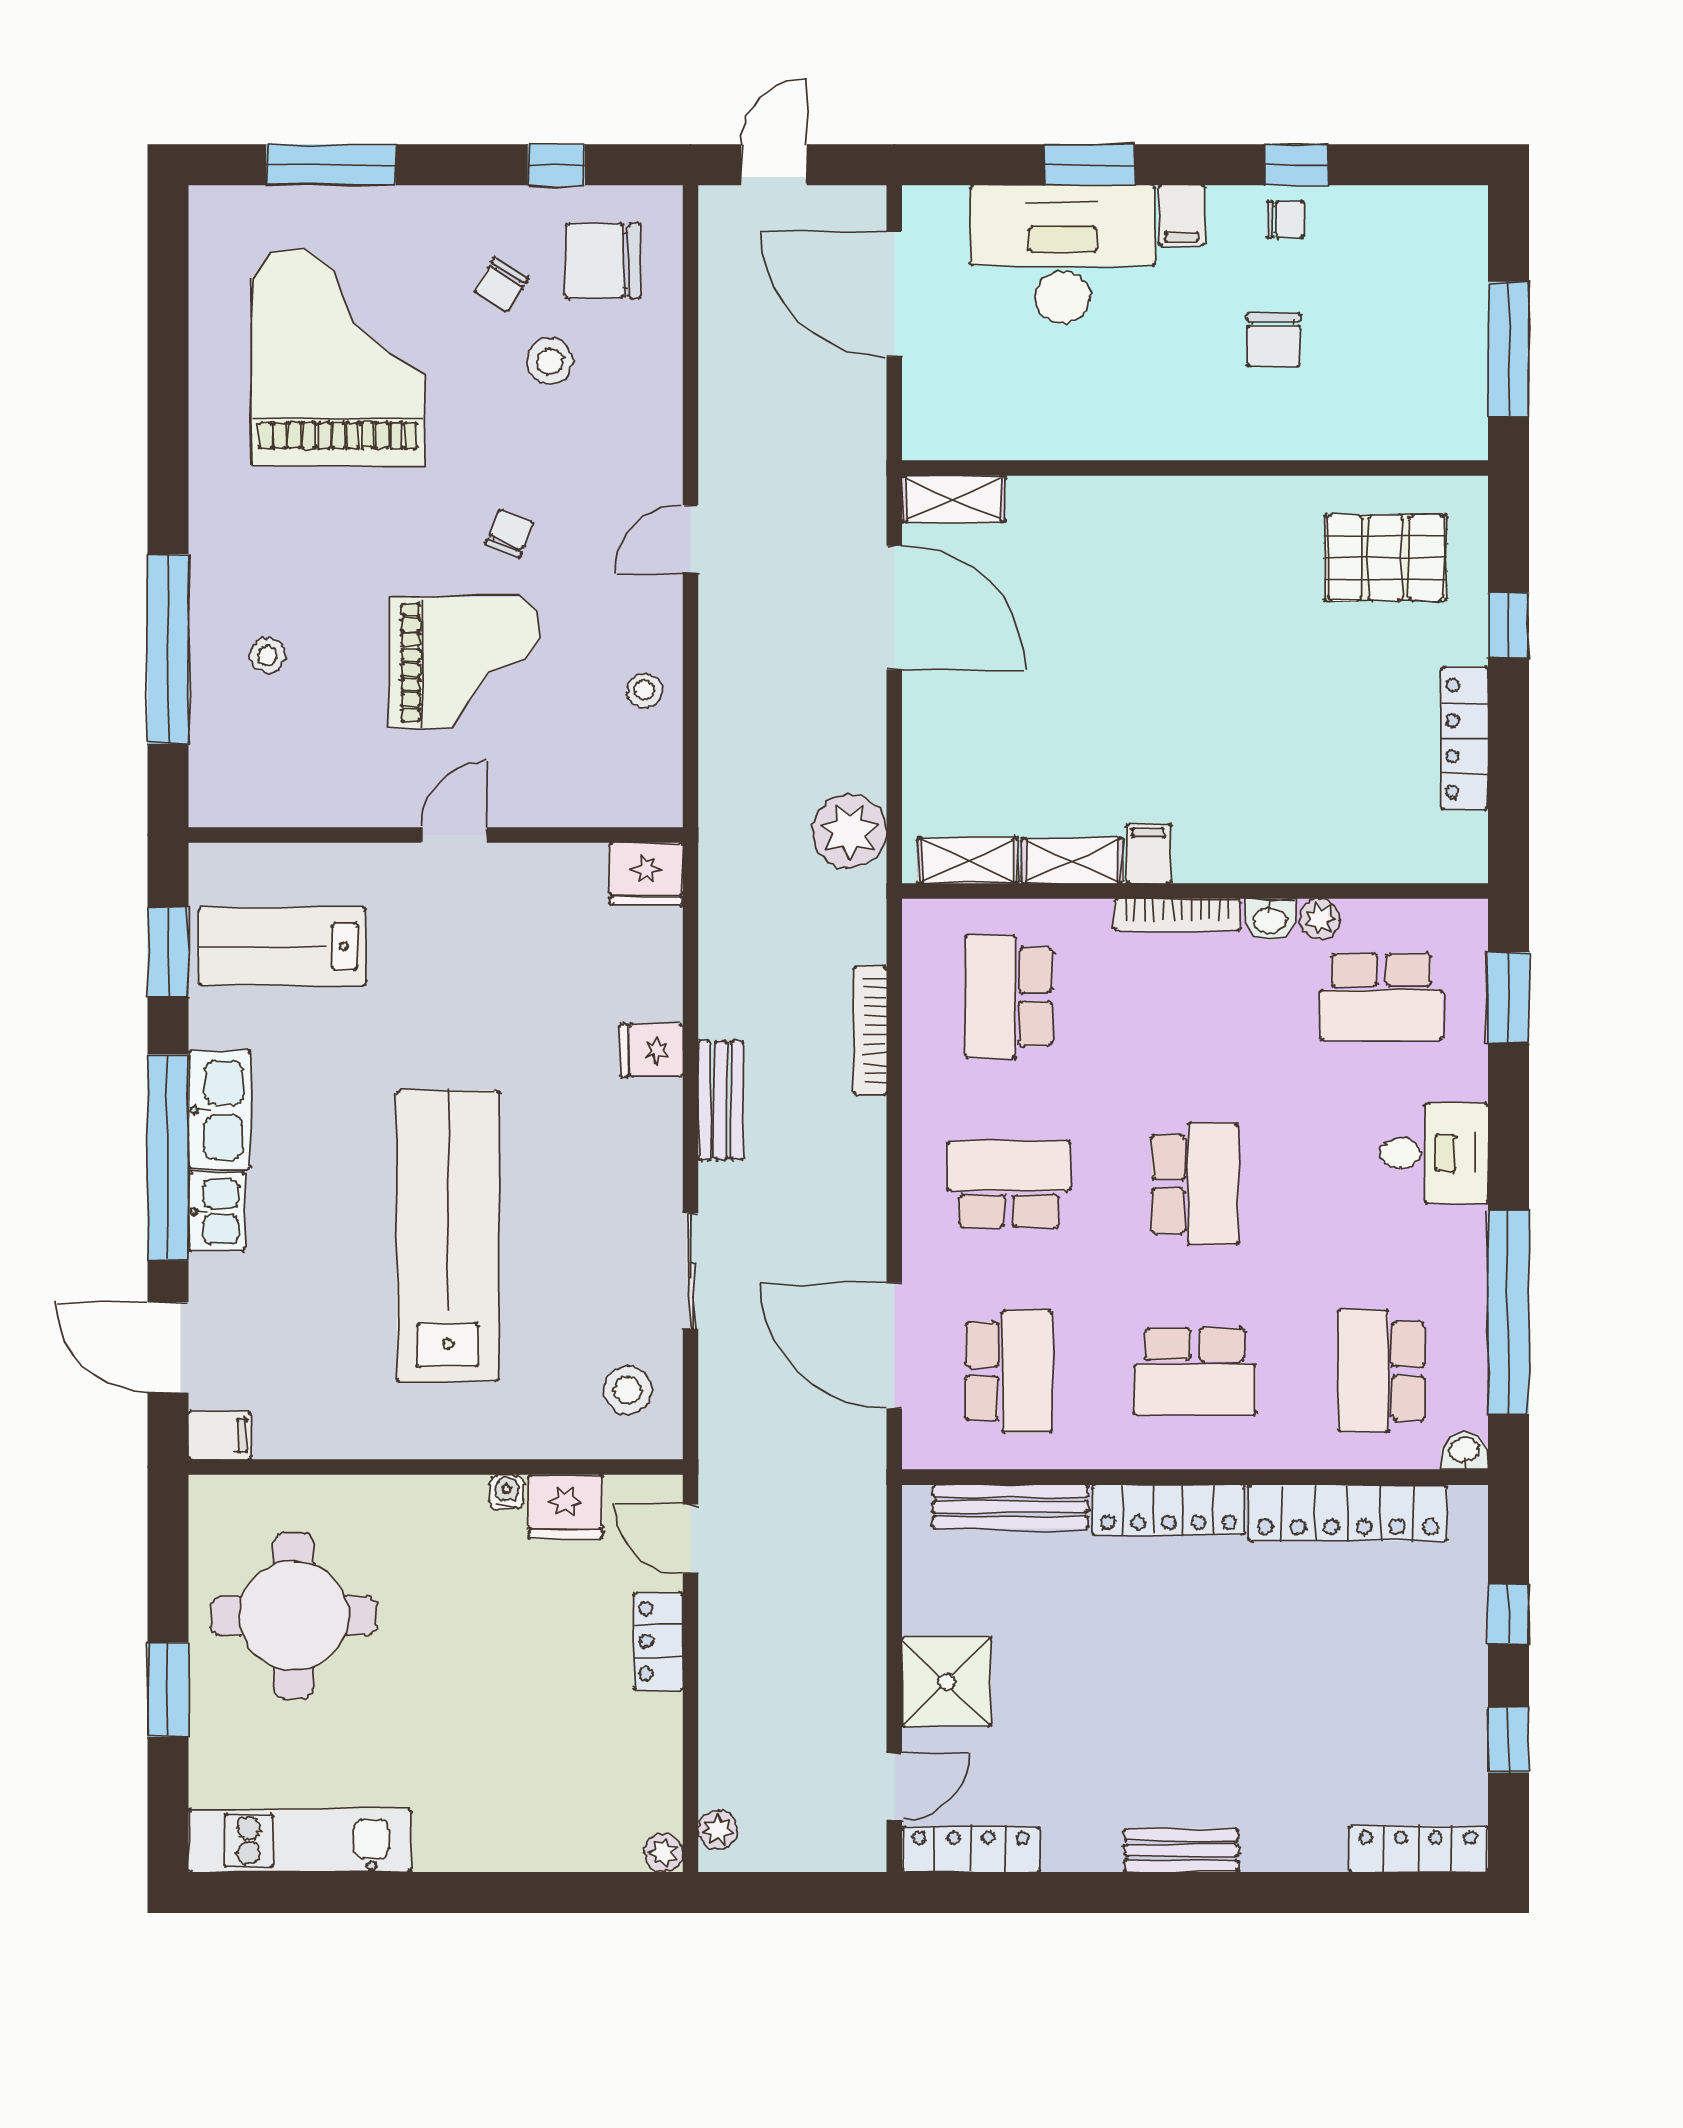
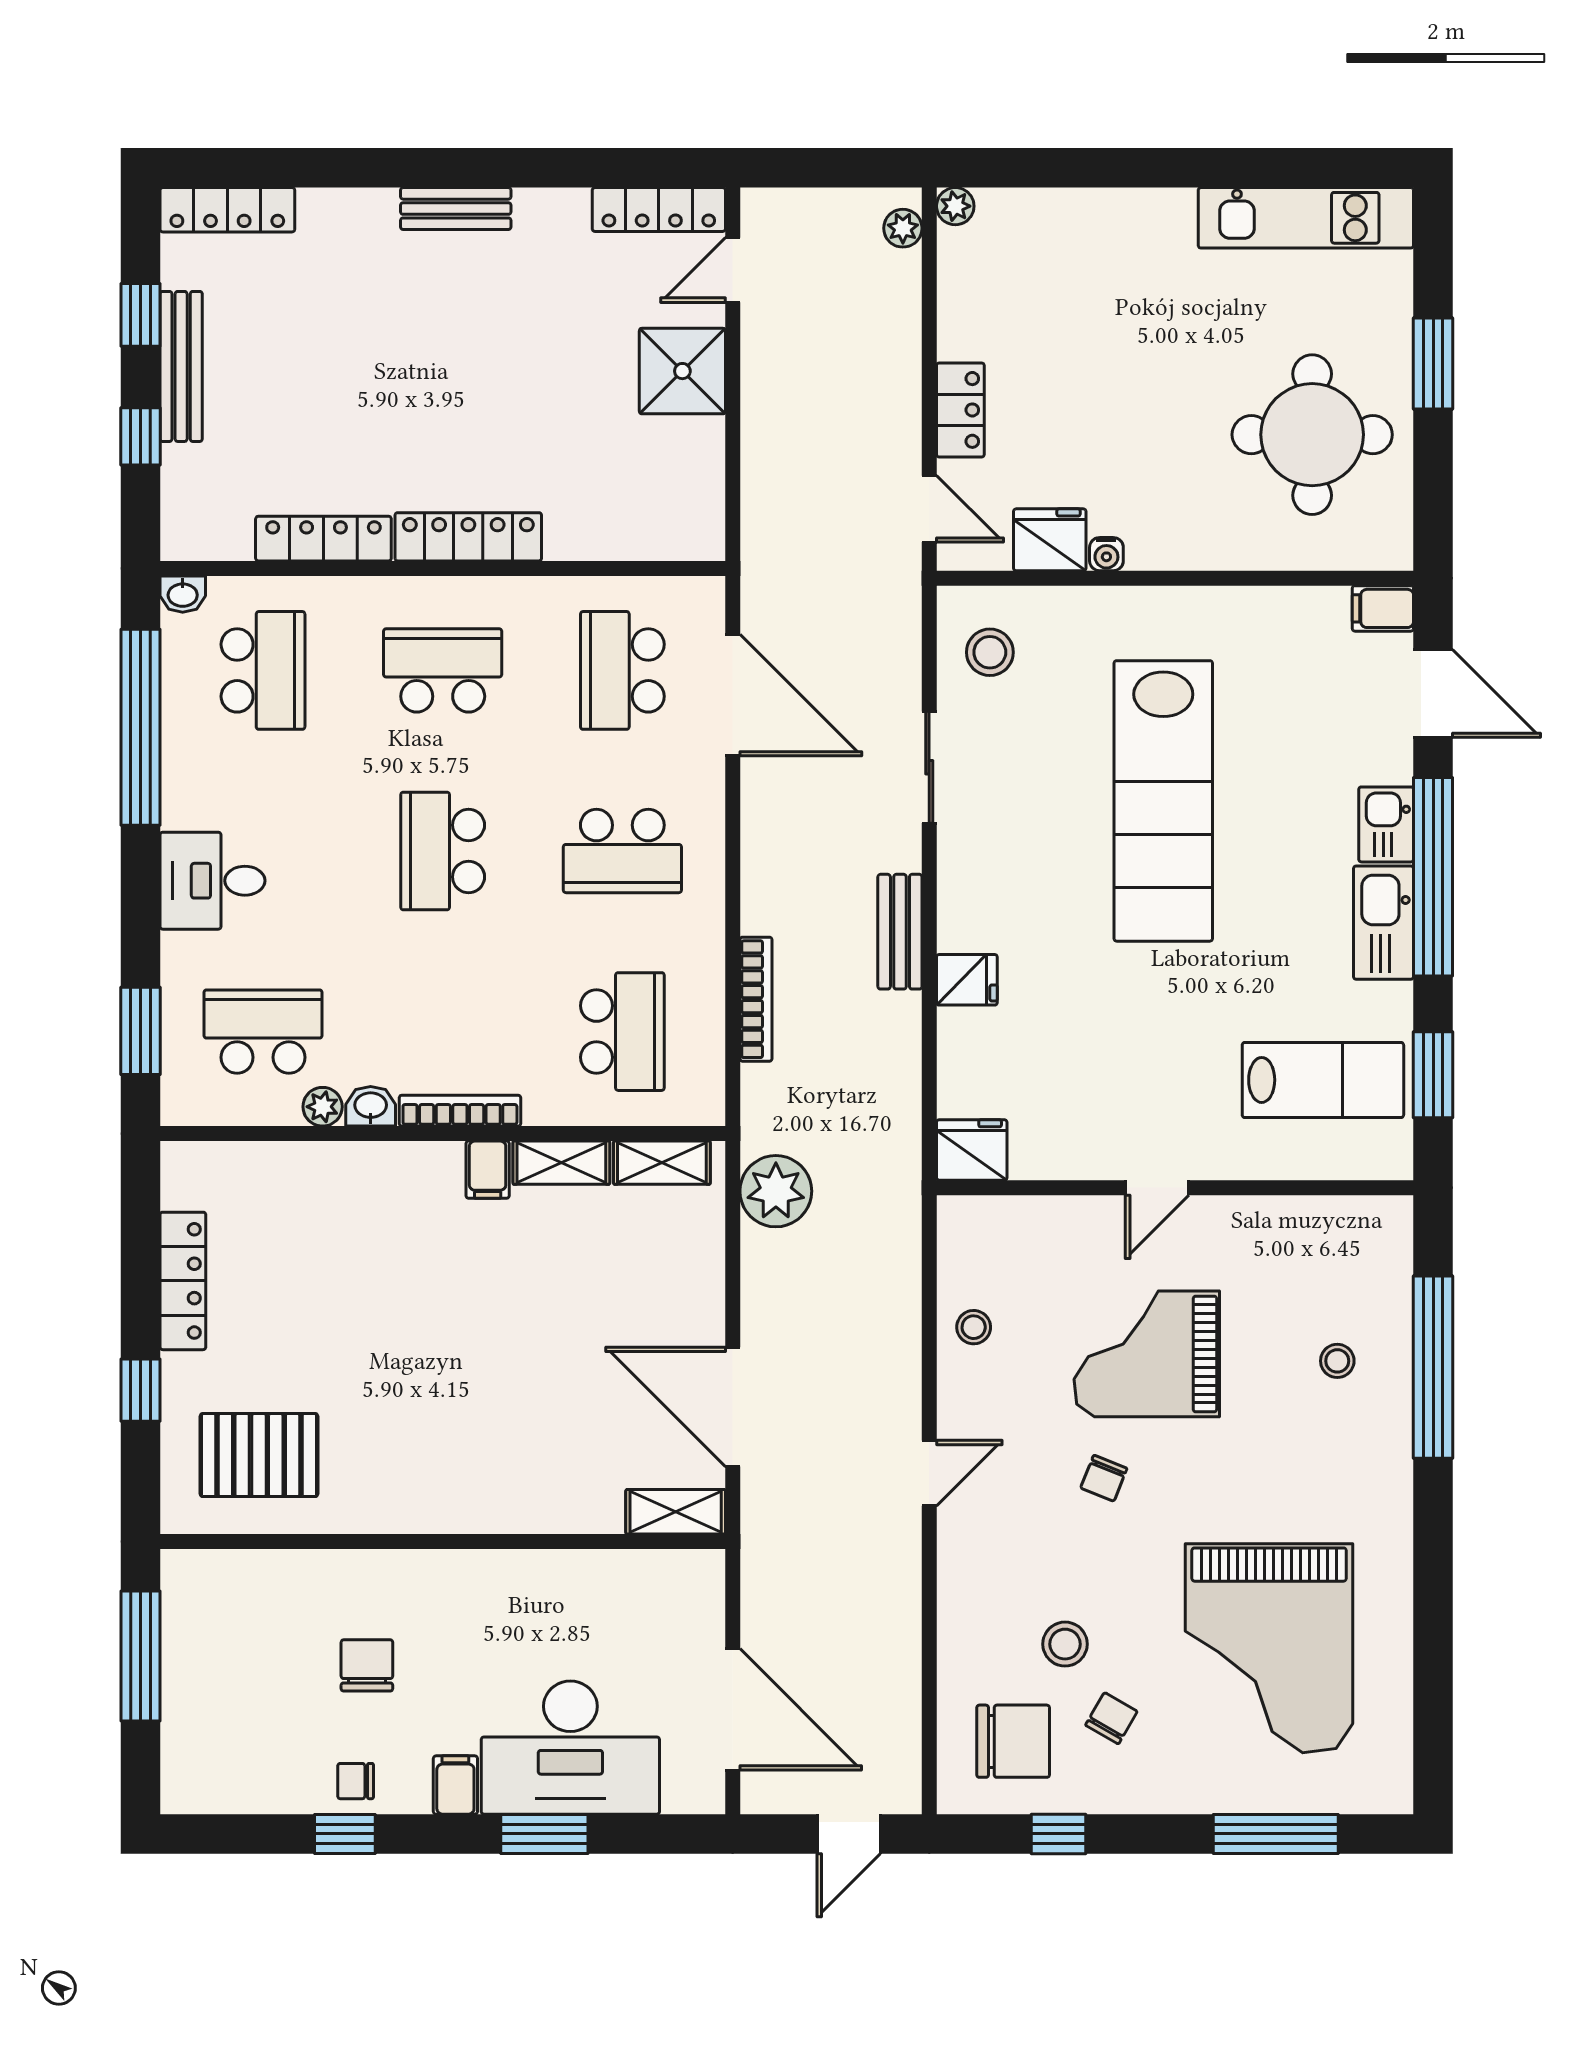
bench: (1011, 1507) -> (181, 366), moved, turned 90
locker: (1348, 1513) -> (323, 539), width x0.71, depth x0.83

